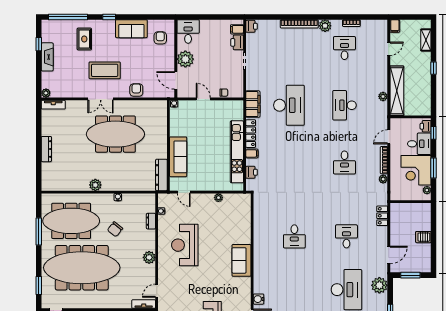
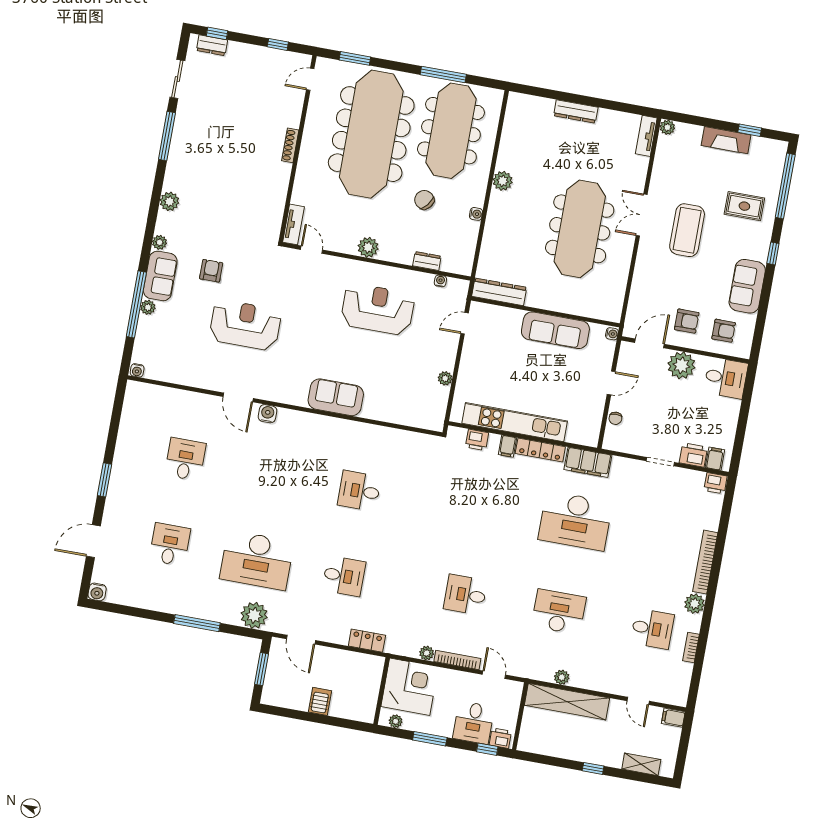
armchair: (136, 90) -> (687, 321), moved
sofa: (178, 157) -> (555, 330), moved
corner desk: (416, 170) -> (410, 687), moved, turned 90

